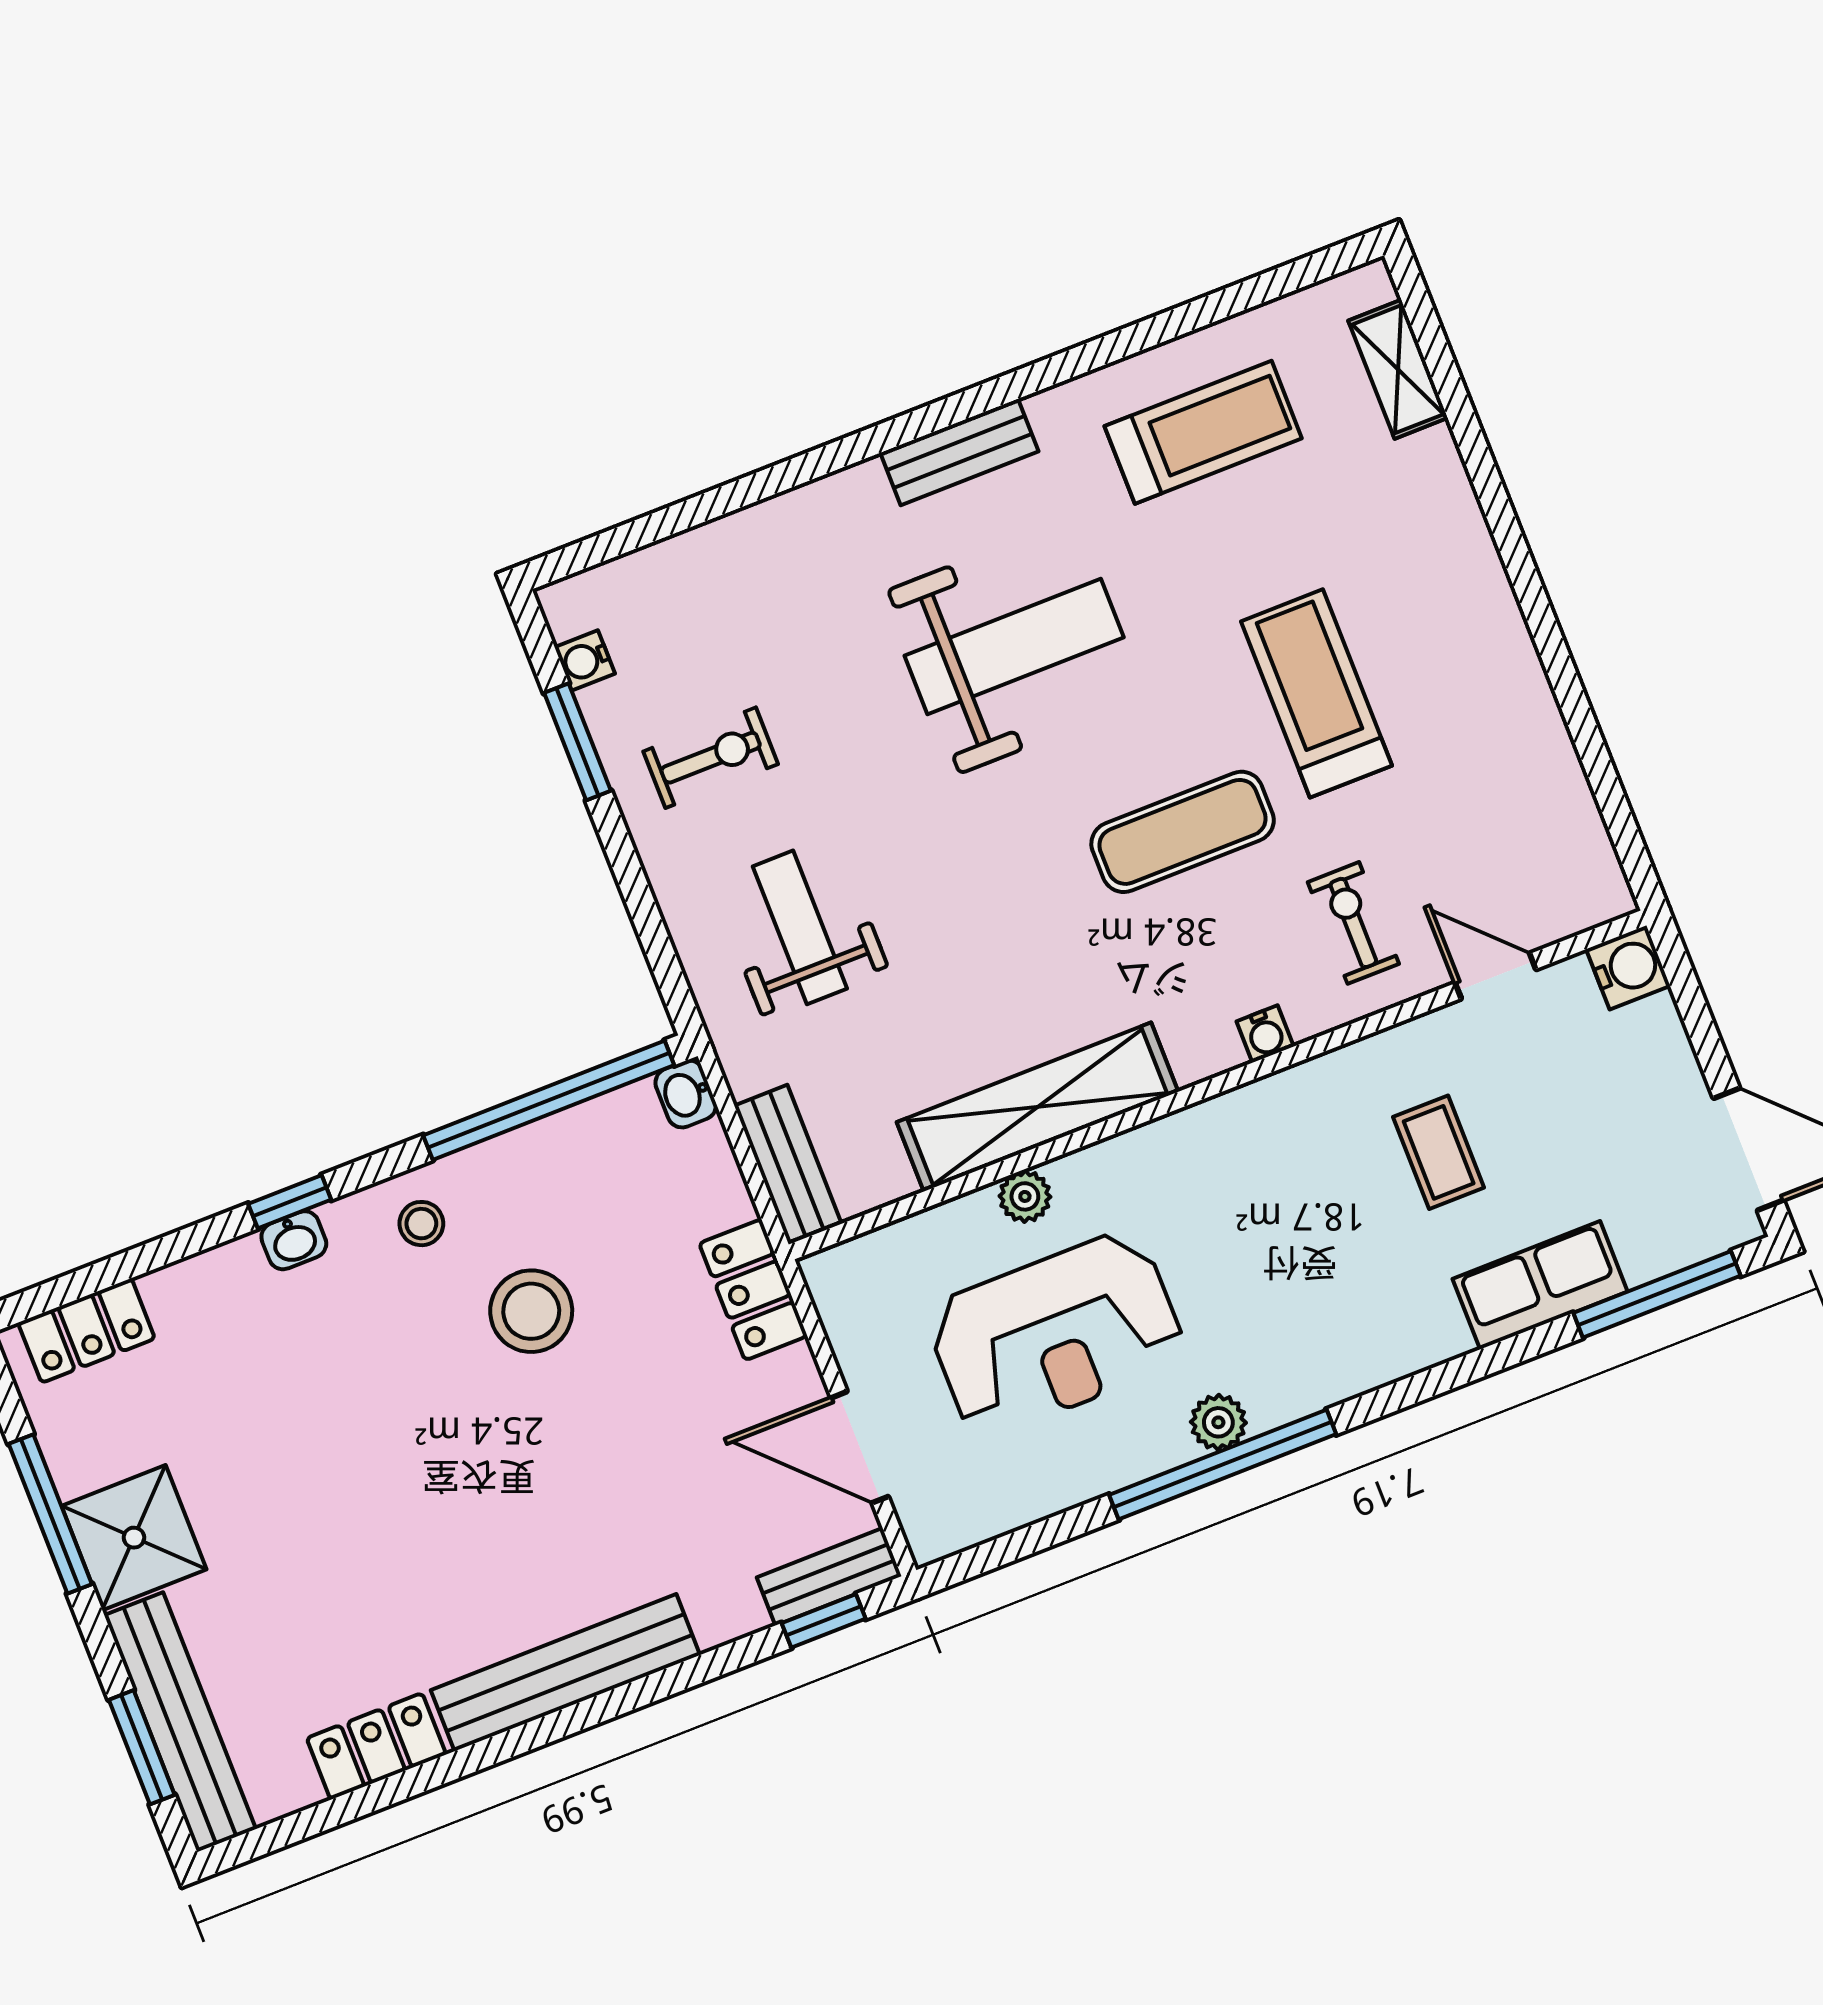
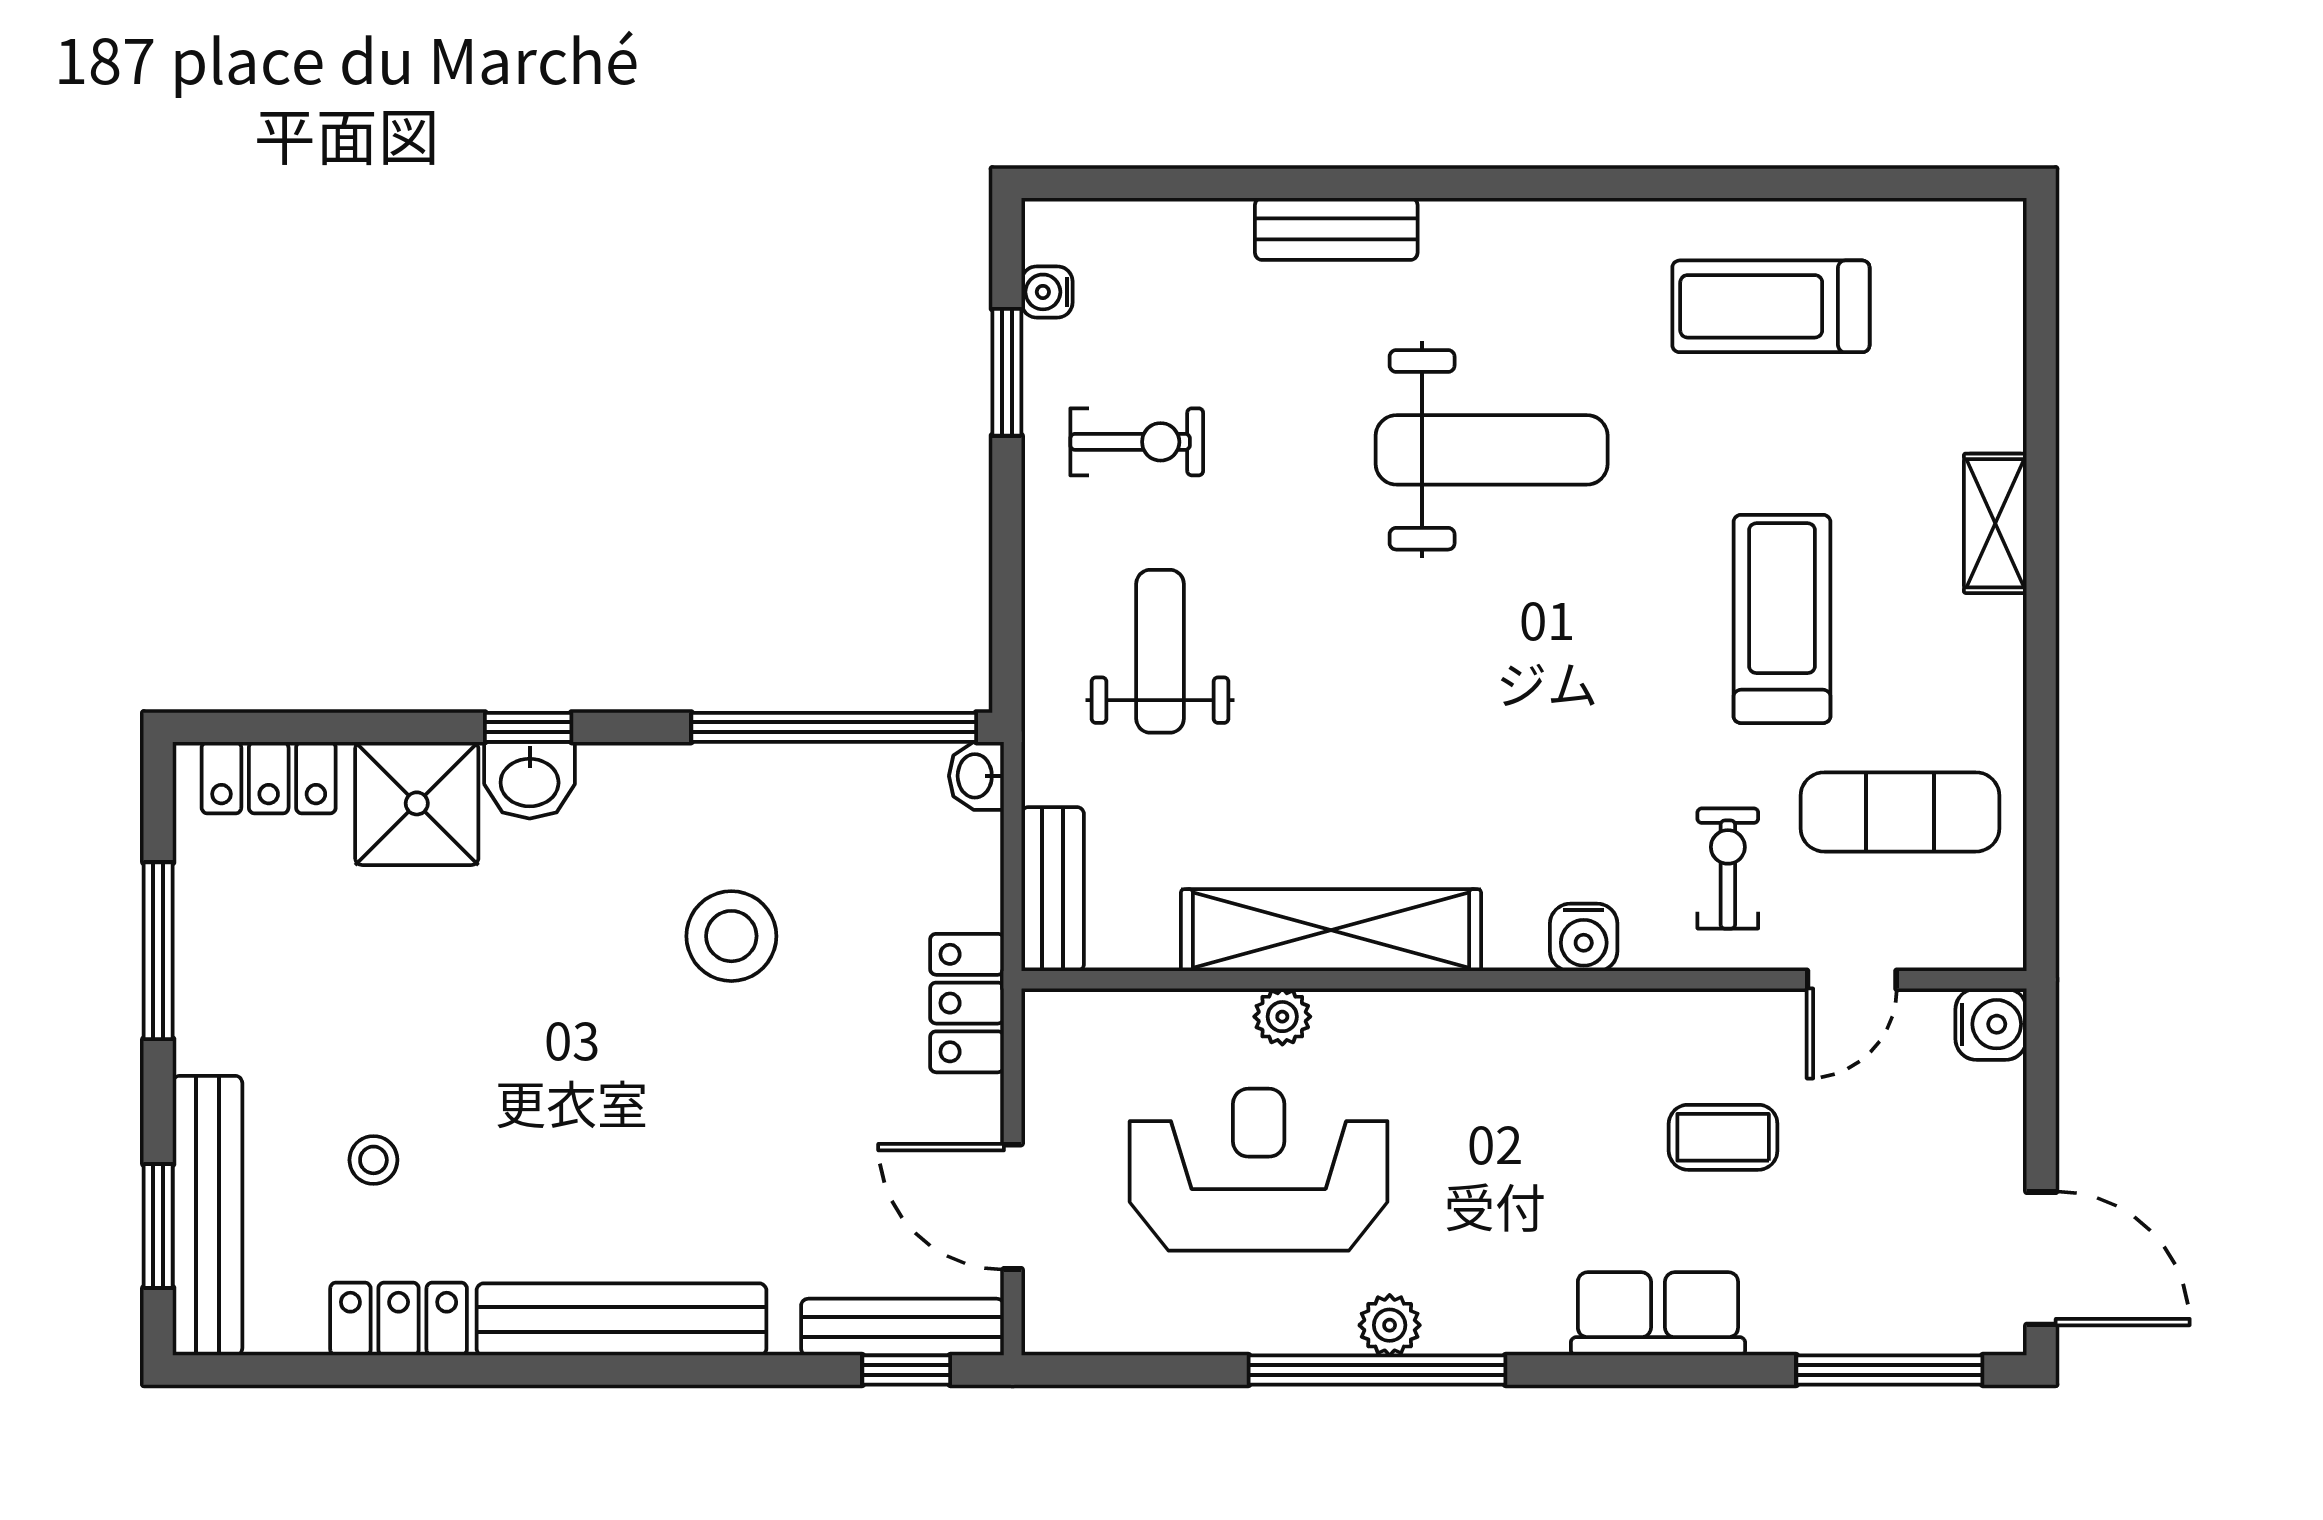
shelving: (1398, 369) -> (1995, 523), moved
treadmill: (1203, 432) -> (1771, 306), turned 180
bench: (959, 452) -> (1336, 229), moved
exercise mat: (1183, 832) -> (1900, 812), moved
door: (1495, 976) -> (1852, 980), swing flipped
water cooler: (1265, 1034) -> (1584, 937), width x1.38, depth x1.38
coffee table: (1439, 1152) -> (1723, 1137), turned 90
stool: (421, 1224) -> (373, 1160), moved
washbasin: (294, 1240) -> (530, 780), width x1.38, depth x1.45
row of seats: (1540, 1285) -> (1658, 1314), moved
reception desk: (1056, 1334) -> (1259, 1170), turned 180
shower: (134, 1538) -> (417, 803), moved
bench: (829, 1577) -> (903, 1327), width x1.36

